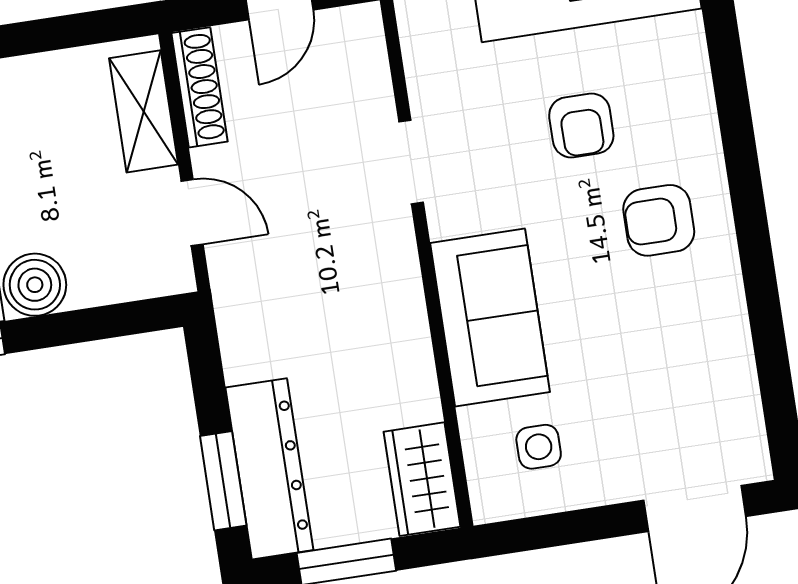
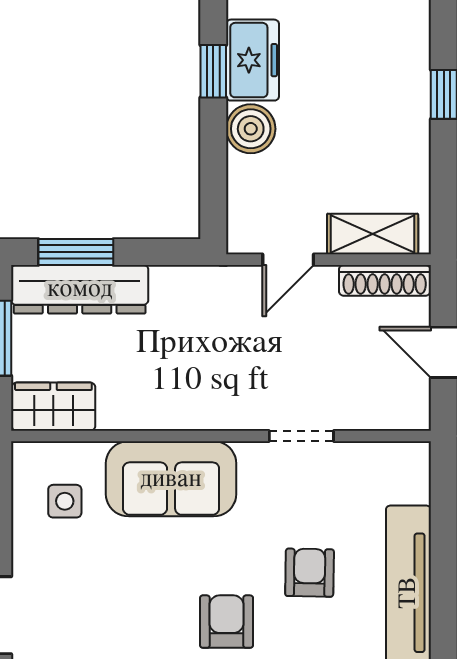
armchair: (581, 125) -> (310, 573), turned 91

